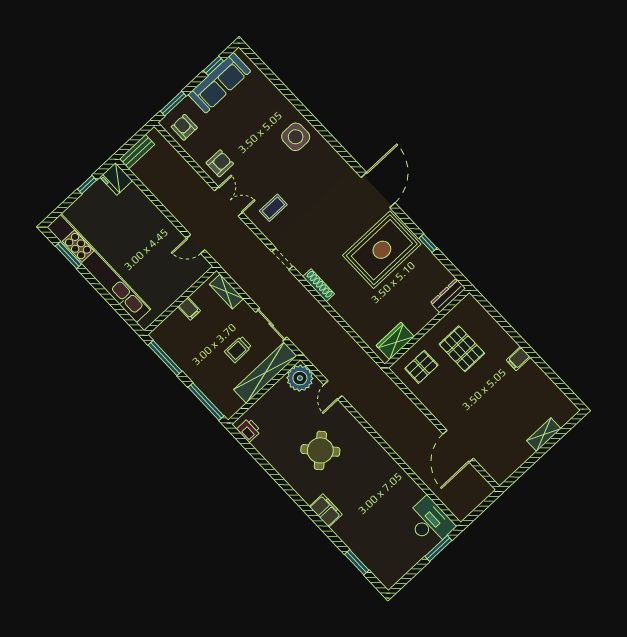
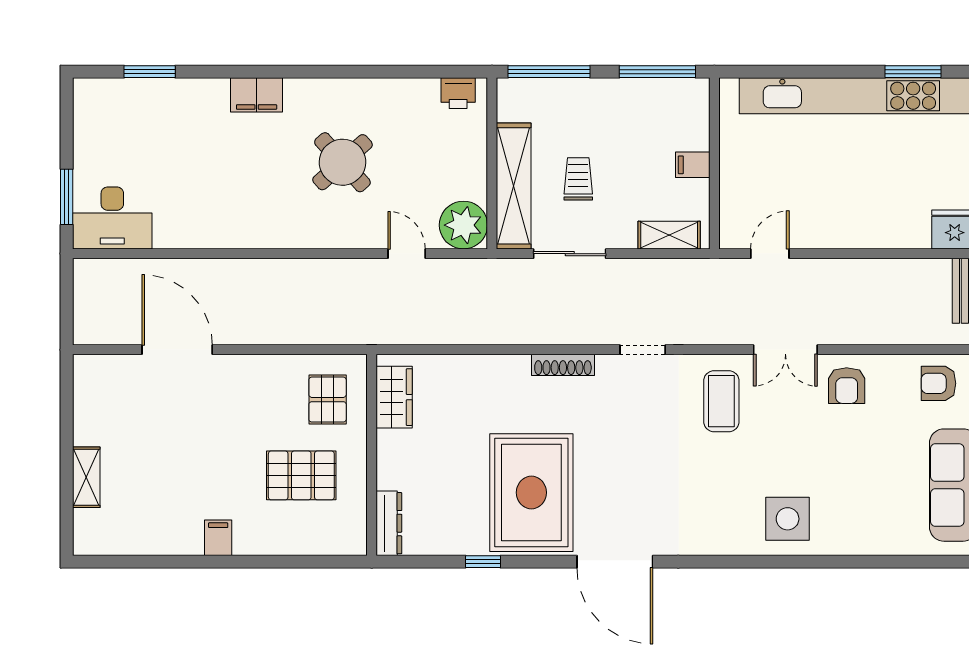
armchair: (184, 127) -> (938, 383), turned 180
coffee table: (273, 208) -> (721, 401), width x1.36, depth x1.30

